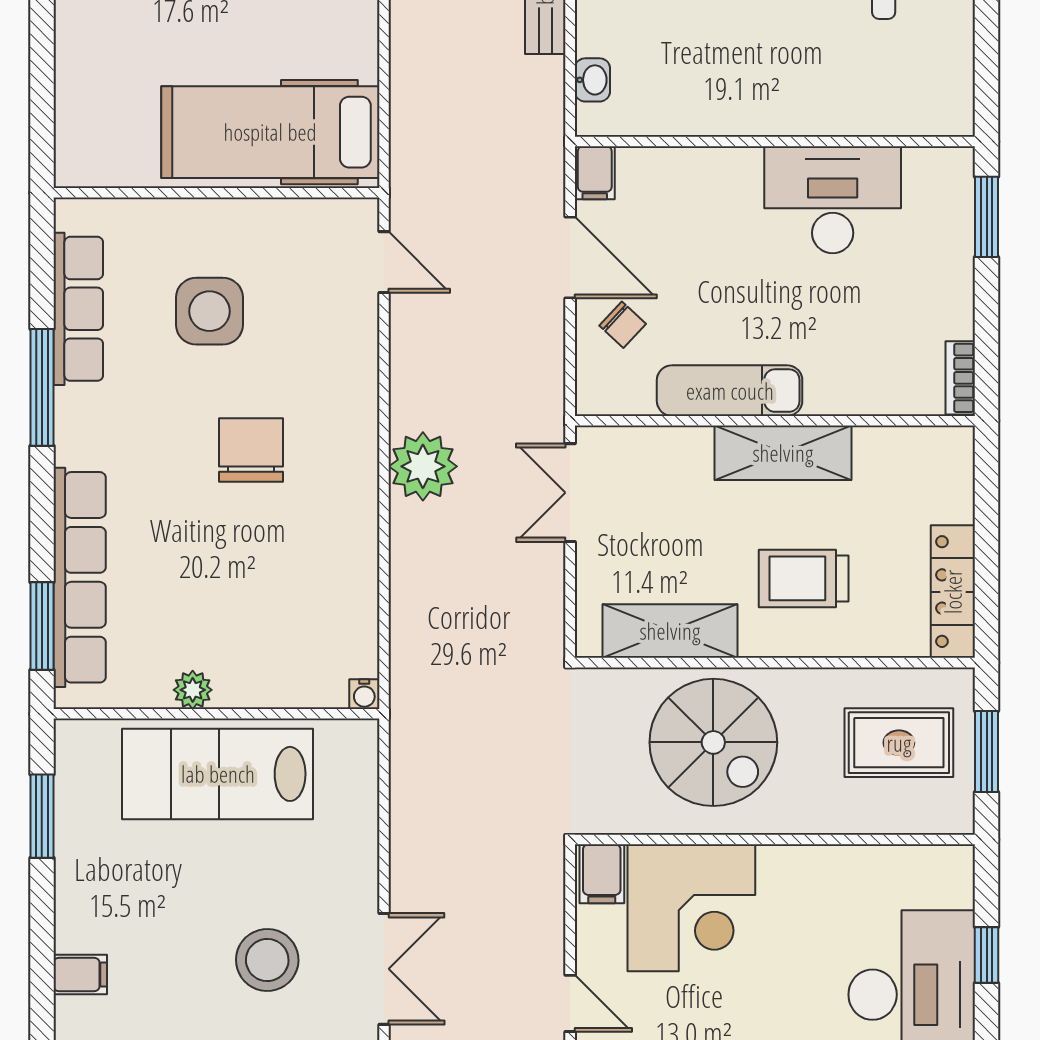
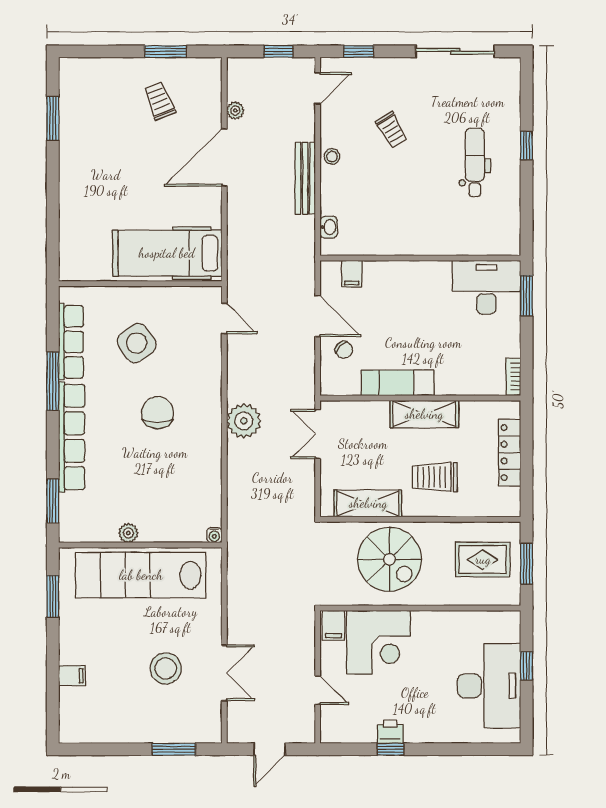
filing cabinet: (595, 173) -> (352, 274), moved
desk: (833, 200) -> (486, 287), moved
side table: (209, 311) -> (137, 343), turned -36
row of seats: (80, 577) -> (72, 437), moved
locker: (953, 592) -> (510, 453), moved
lab bench: (218, 774) -> (141, 575), width x1.36

